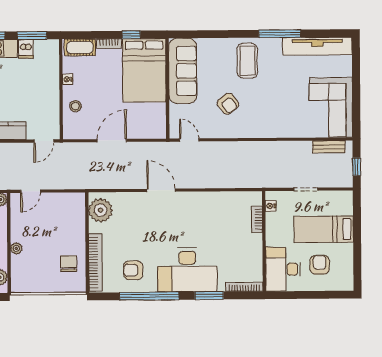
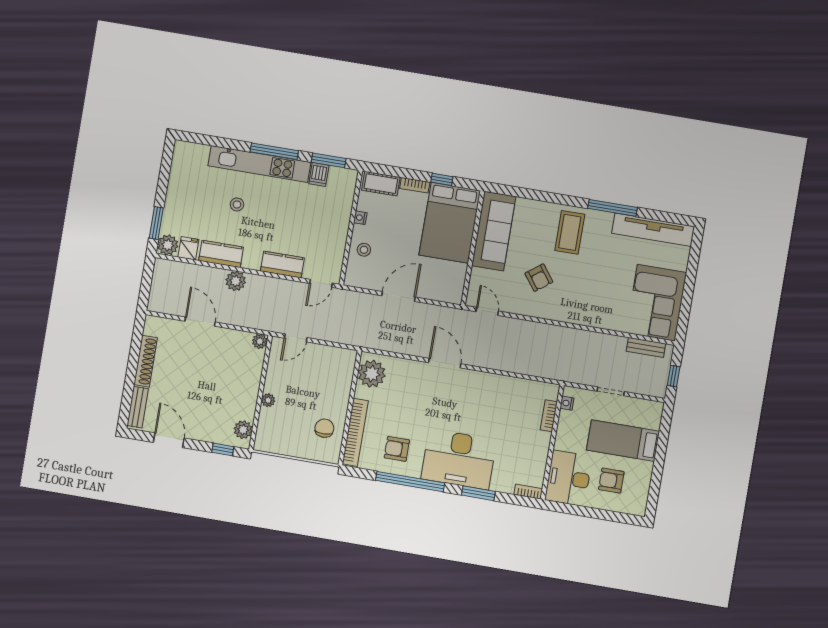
armchair: (320, 265) -> (611, 481), turned -90
bookcase: (244, 287) -> (528, 492), width x0.64

